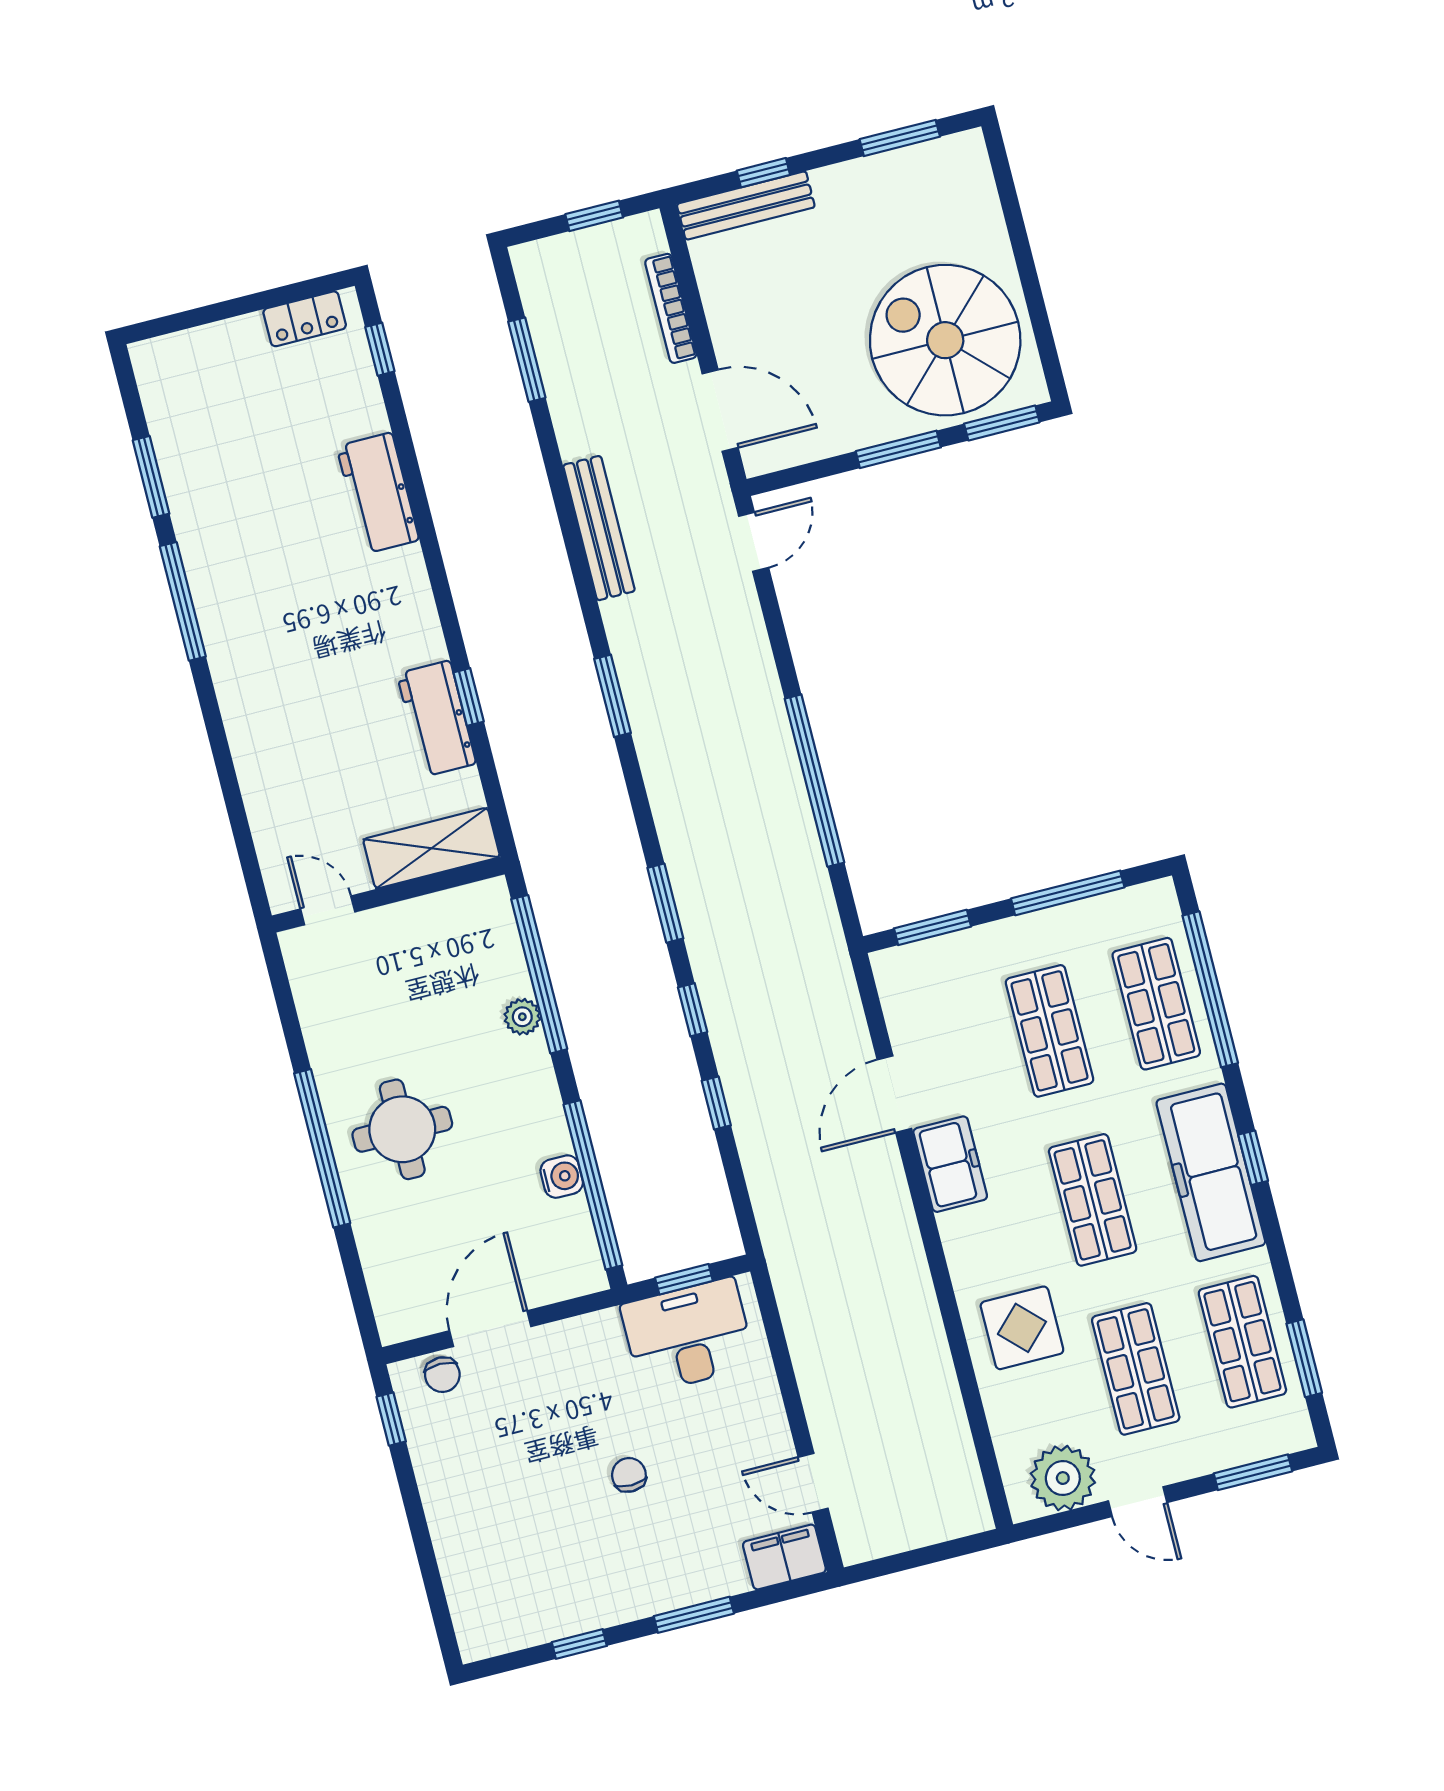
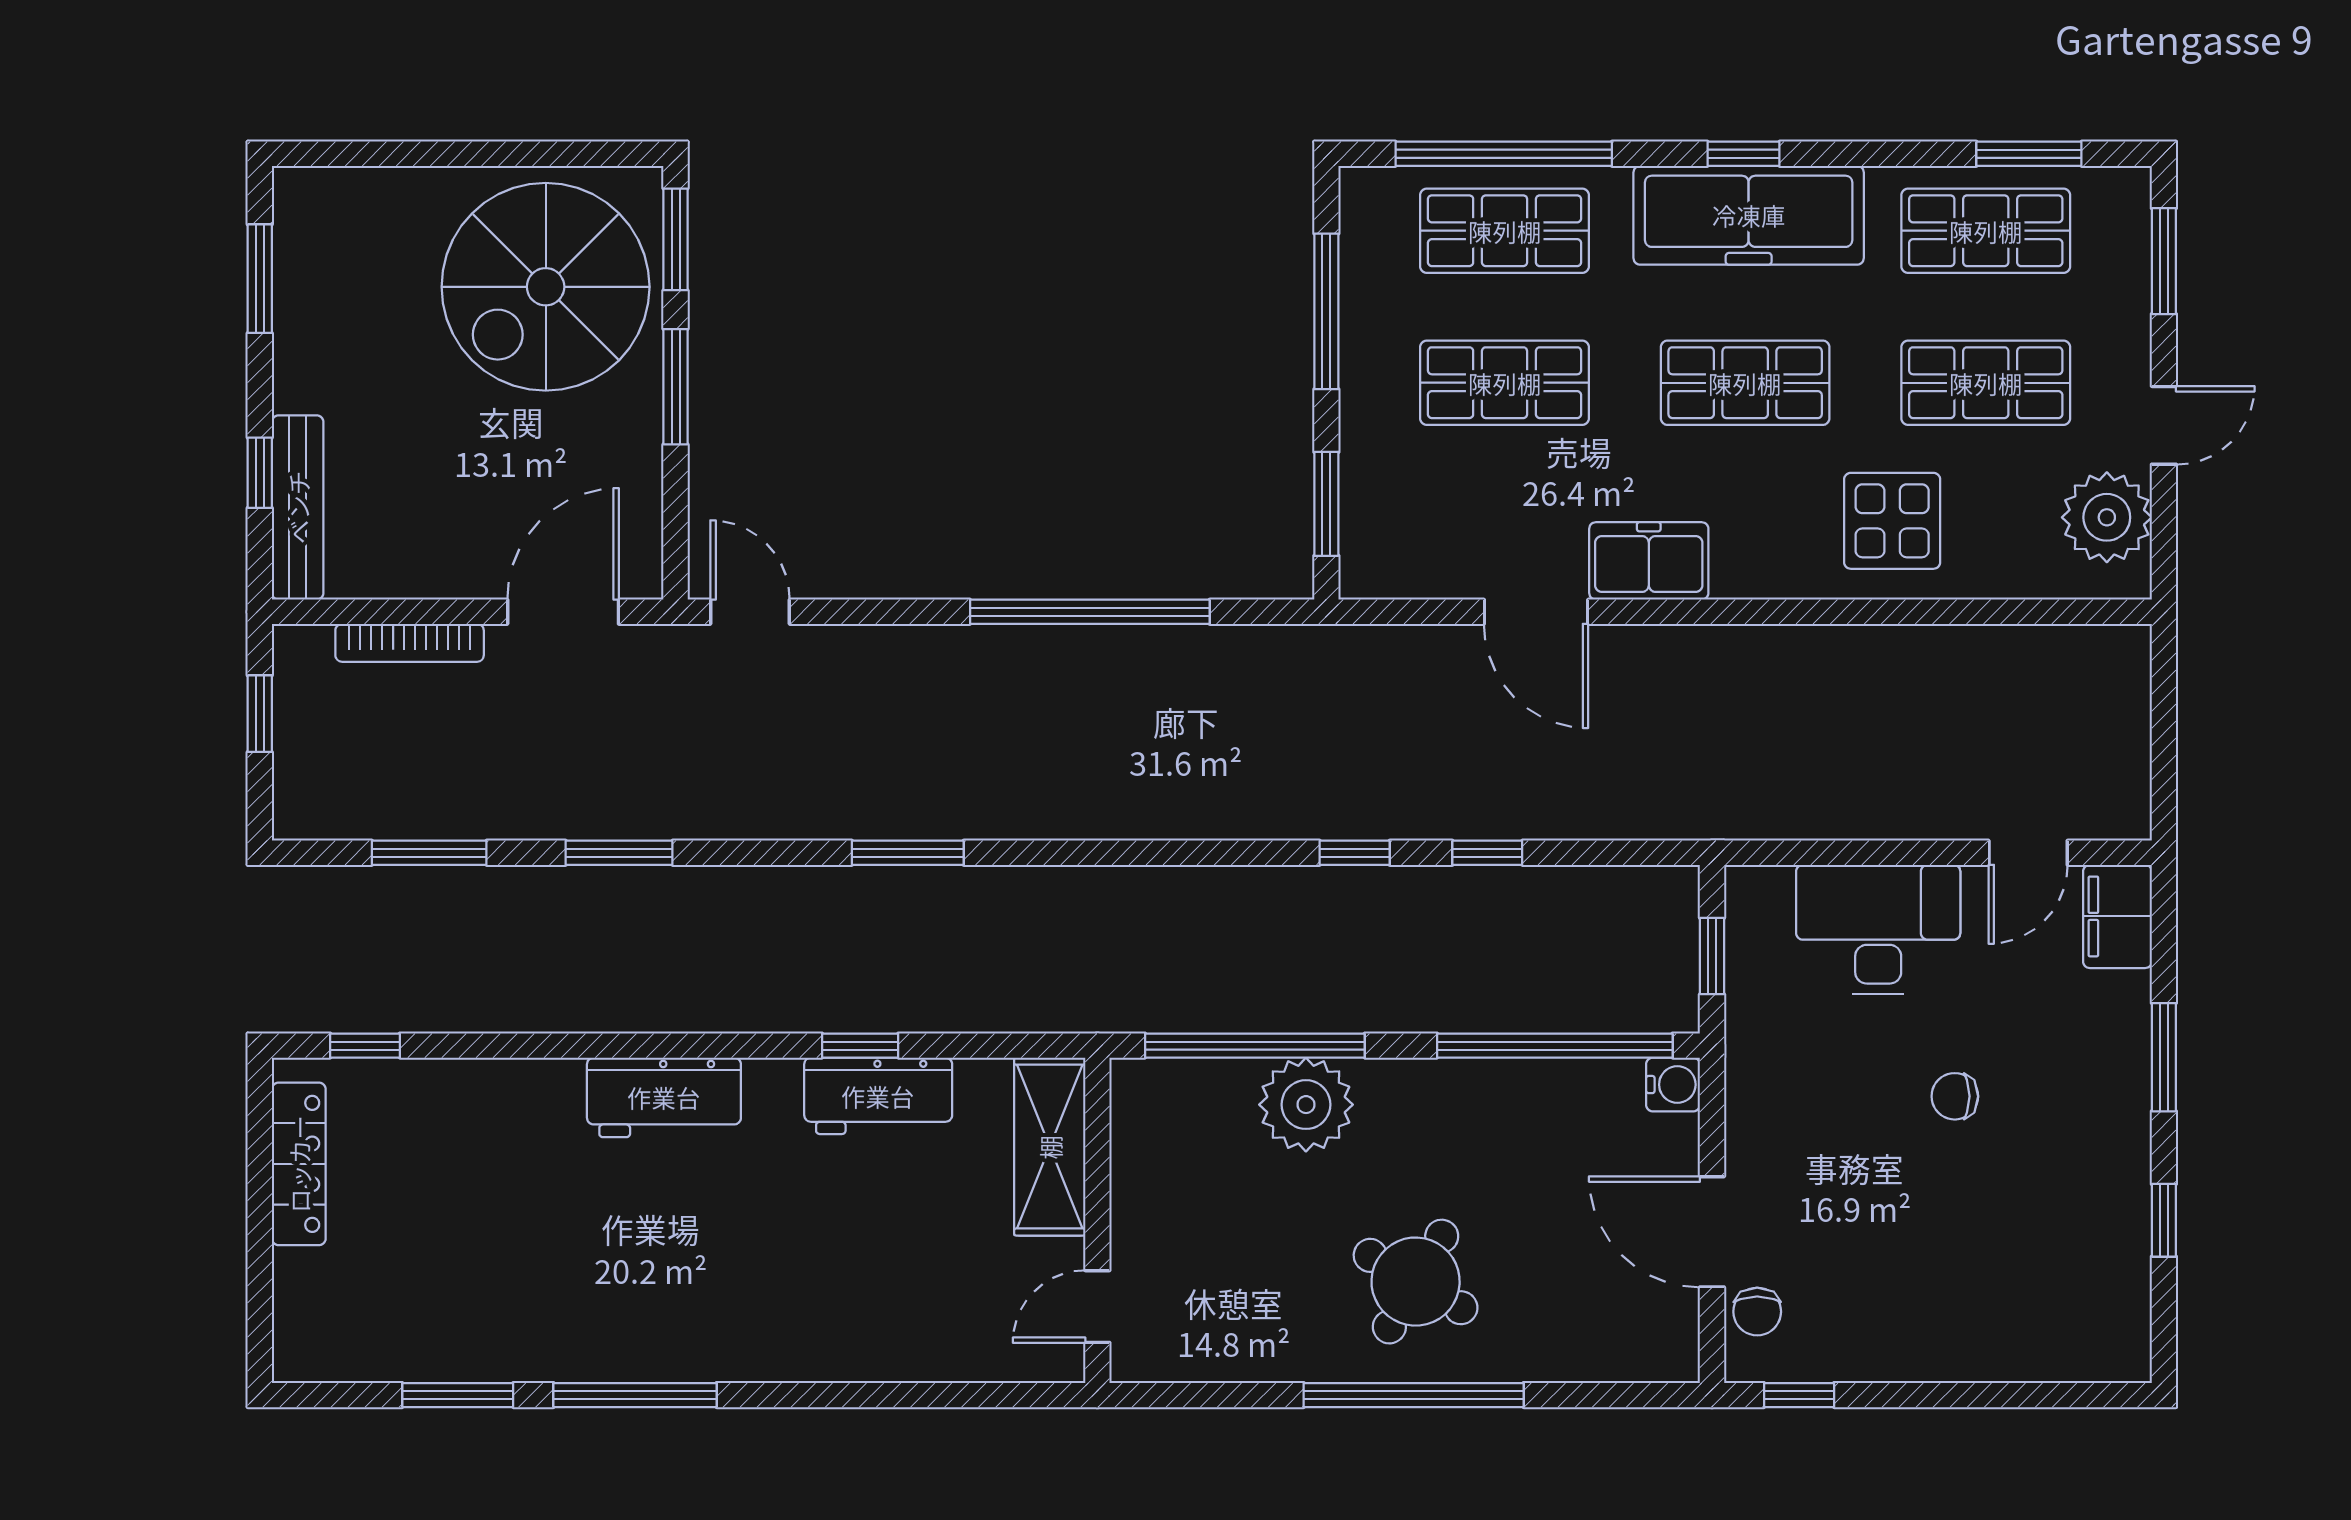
locker: (305, 319) -> (299, 1164), width x1.53
workbench: (378, 493) -> (664, 1097), moved
bench: (599, 528) -> (679, 814), removed
window: (665, 903) -> (619, 853), moved
plant: (522, 1017) -> (1306, 1105), width x1.87, depth x1.87
round table: (402, 1129) -> (1416, 1282), turned 30
water cooler: (562, 1177) -> (1673, 1085), moved, turned 90
desk: (688, 1336) -> (1878, 929), moved, turned 90
chair: (442, 1375) -> (1757, 1312), turned 90

